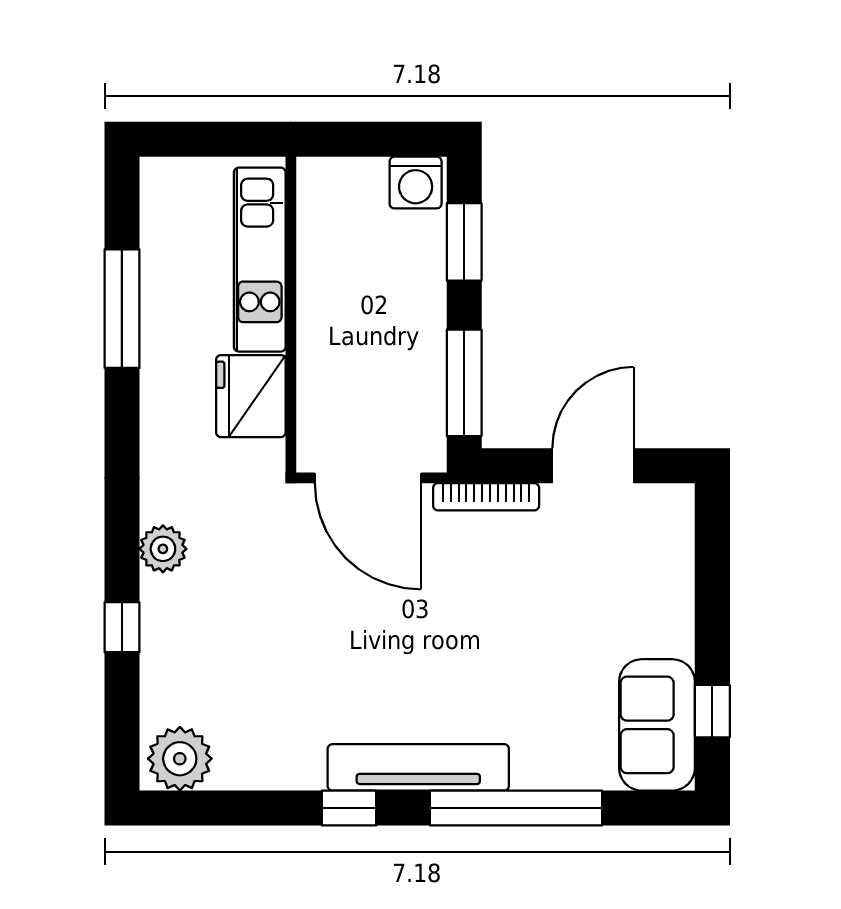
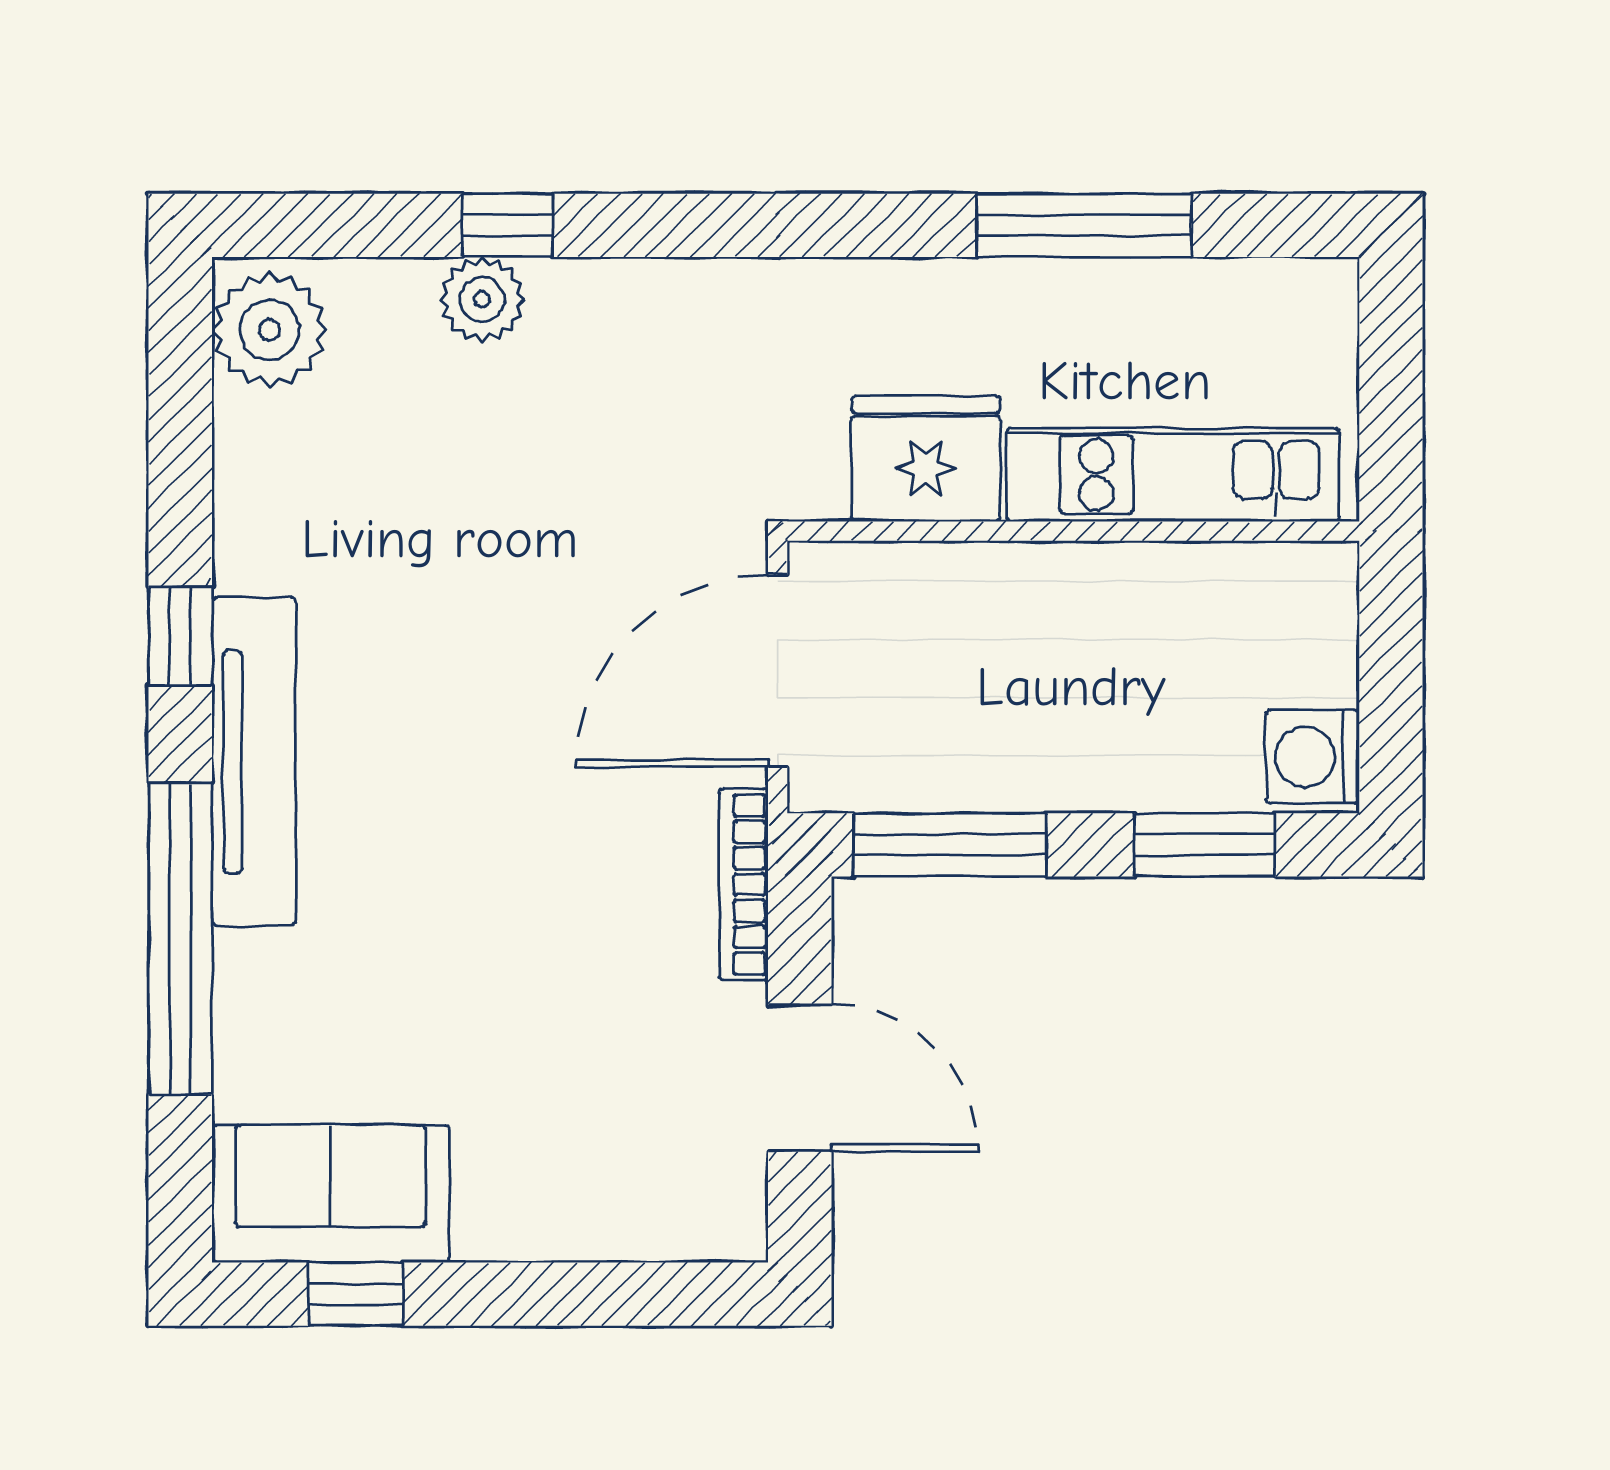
plant: (163, 549) -> (482, 299), moved

